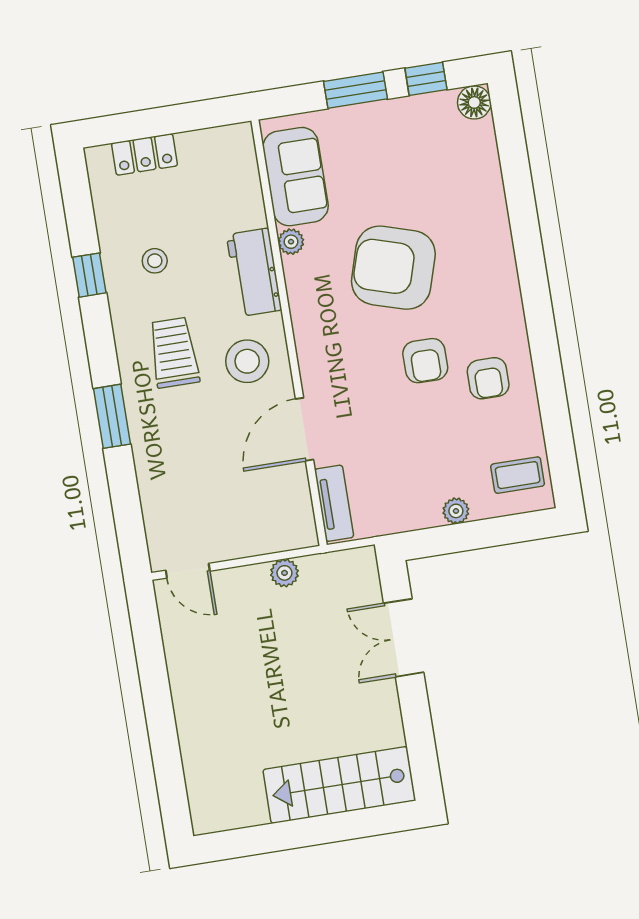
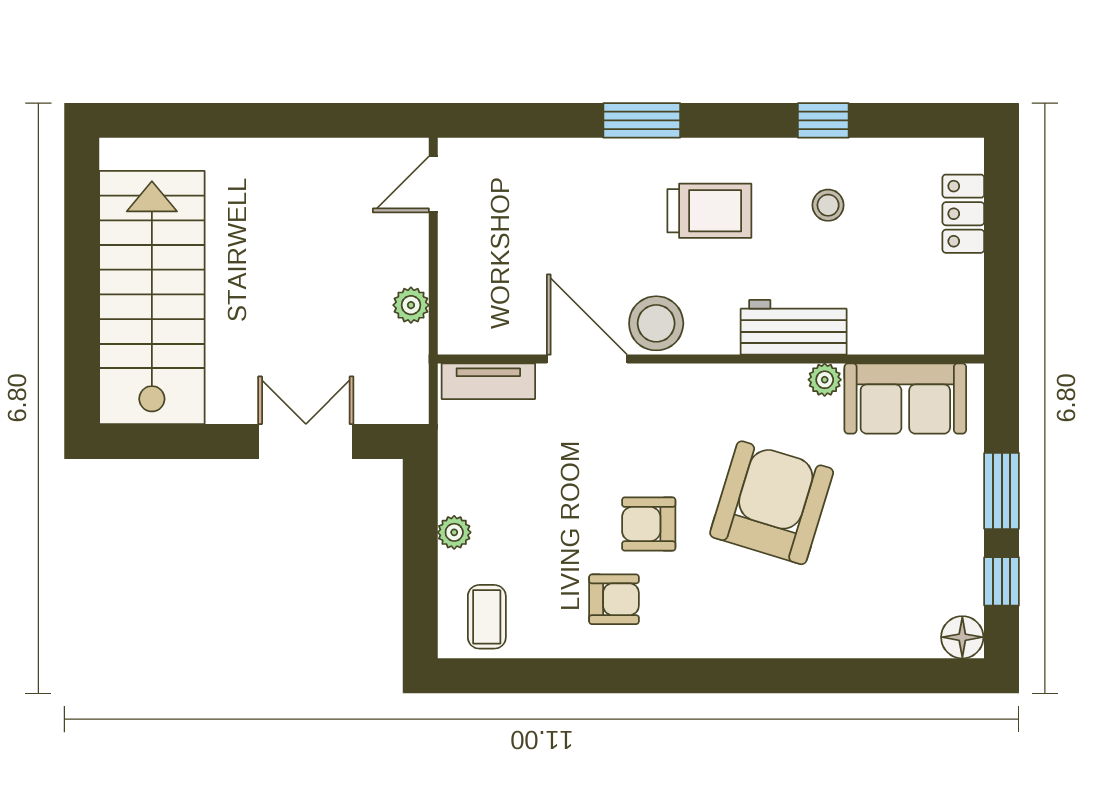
stool: (247, 361) -> (656, 323), moved
armchair: (488, 378) -> (614, 599), turned 180
stairs: (339, 785) -> (152, 298), width x1.36, depth x1.51

